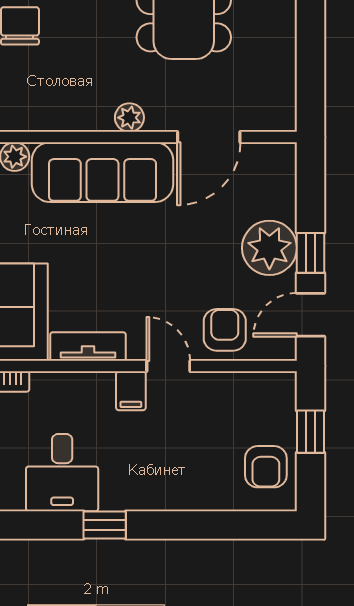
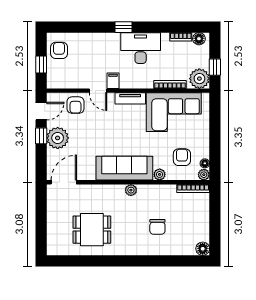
plant: (129, 118) -> (131, 190), moved
door: (209, 137) -> (64, 182), moved
desk: (62, 473) -> (141, 48), width x1.37

